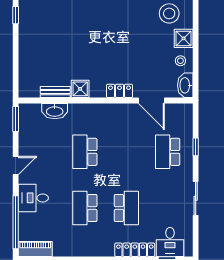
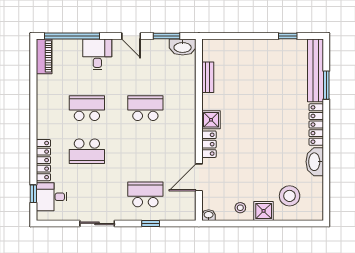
washbasin: (185, 85) -> (209, 215), width x0.52, depth x0.69
shower: (80, 89) -> (211, 120), moved
washbasin: (55, 111) -> (183, 47), moved, turned -90
window: (16, 119) -> (166, 36), moved

